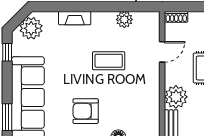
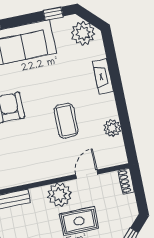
door: (162, 52) -> (87, 174), swing flipped
plant: (176, 97) -> (59, 195), moved

